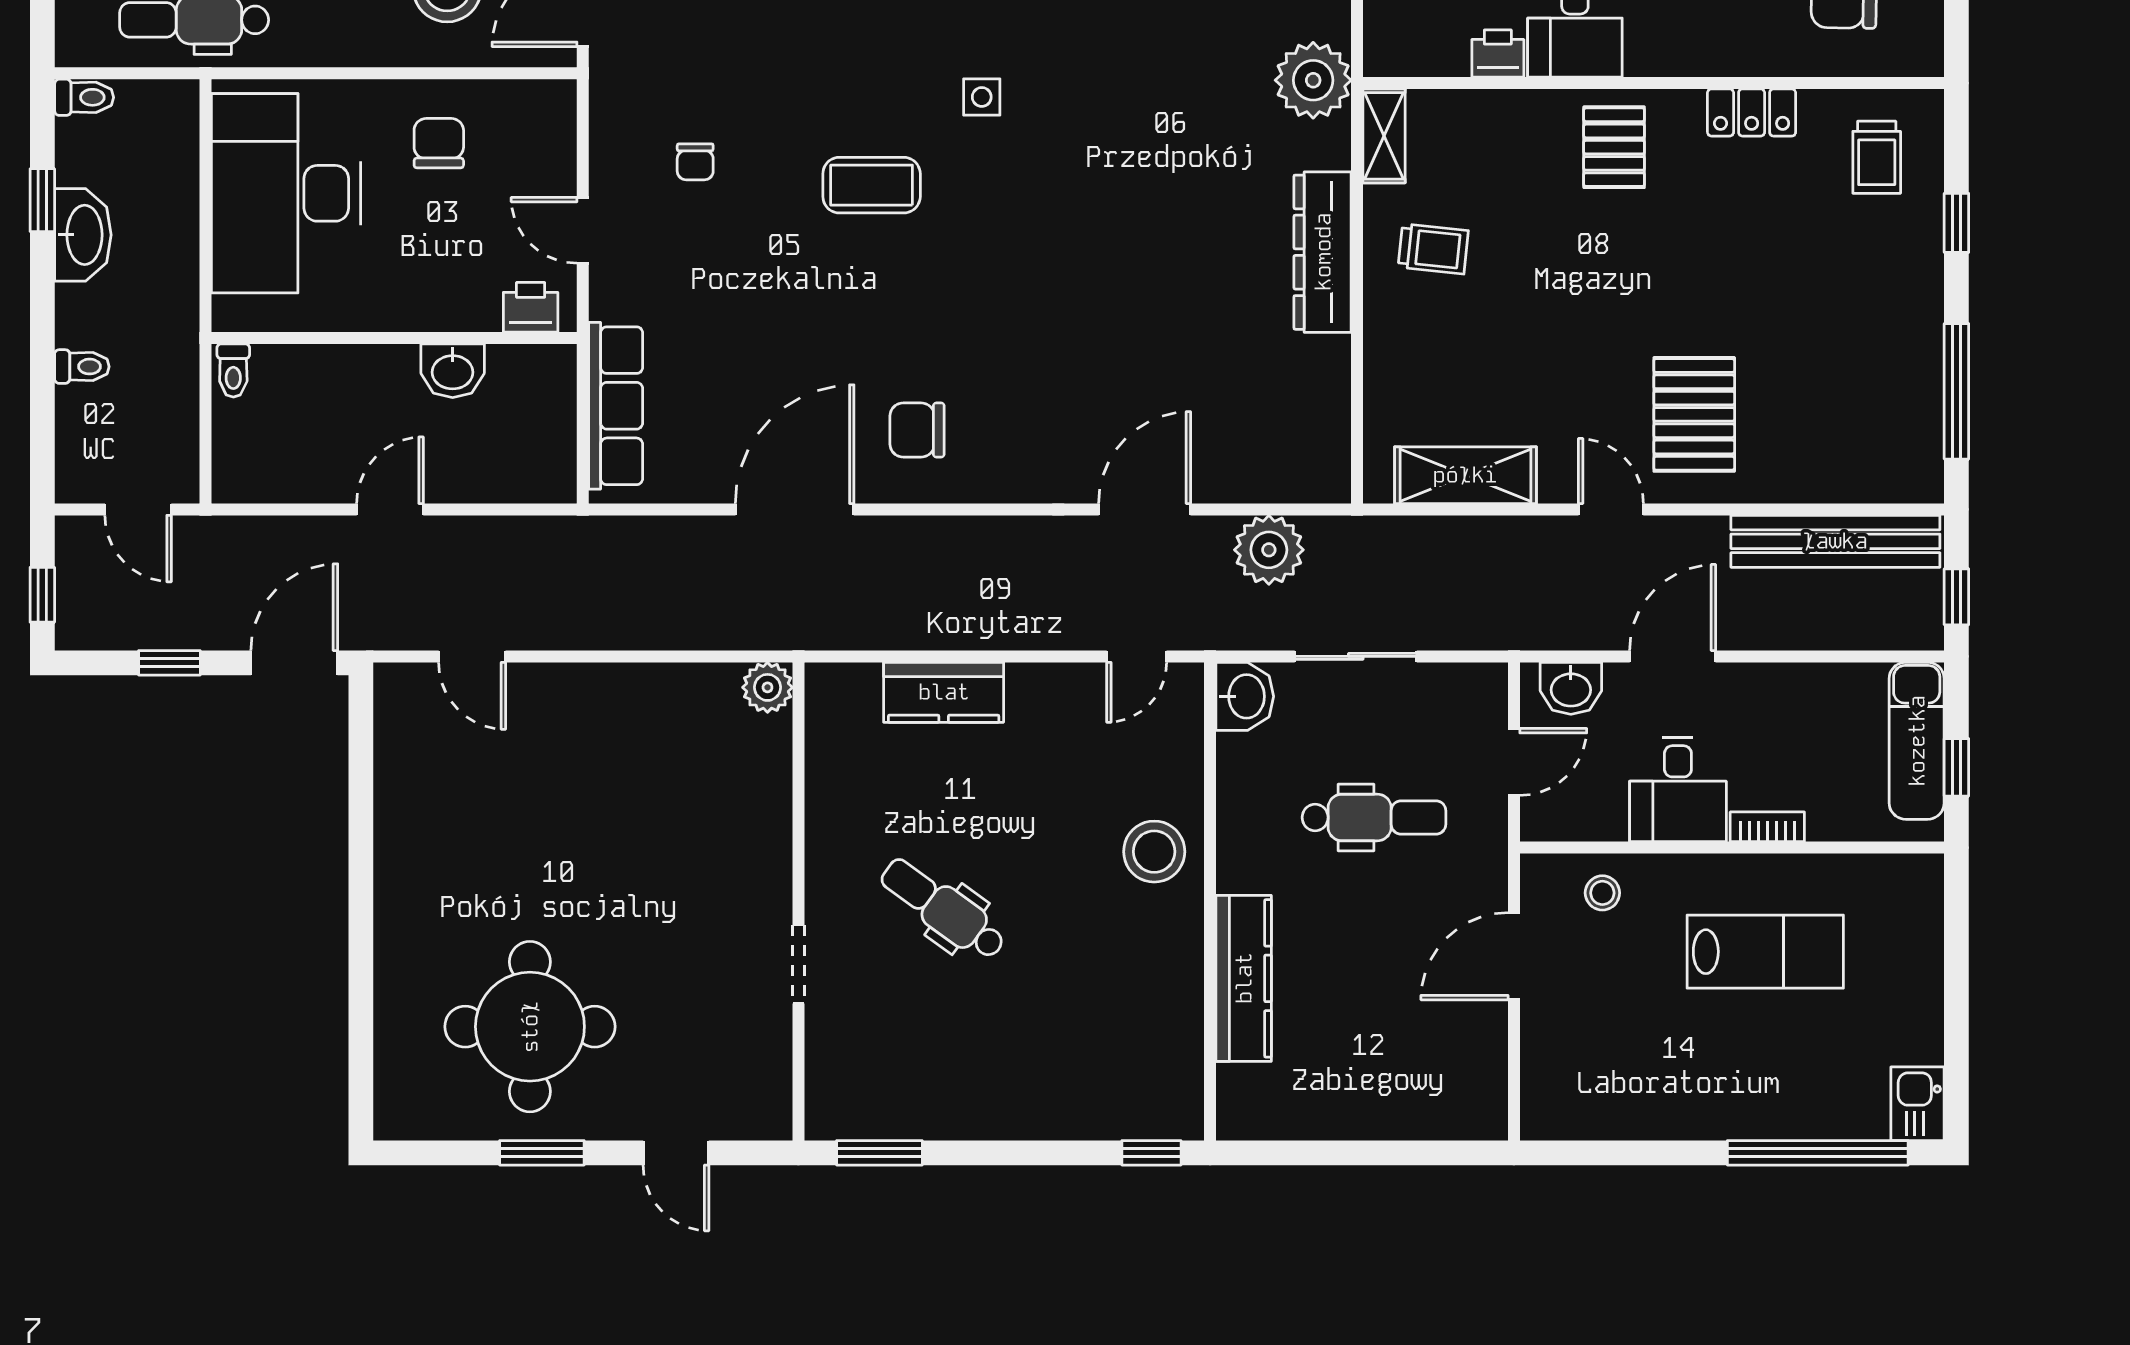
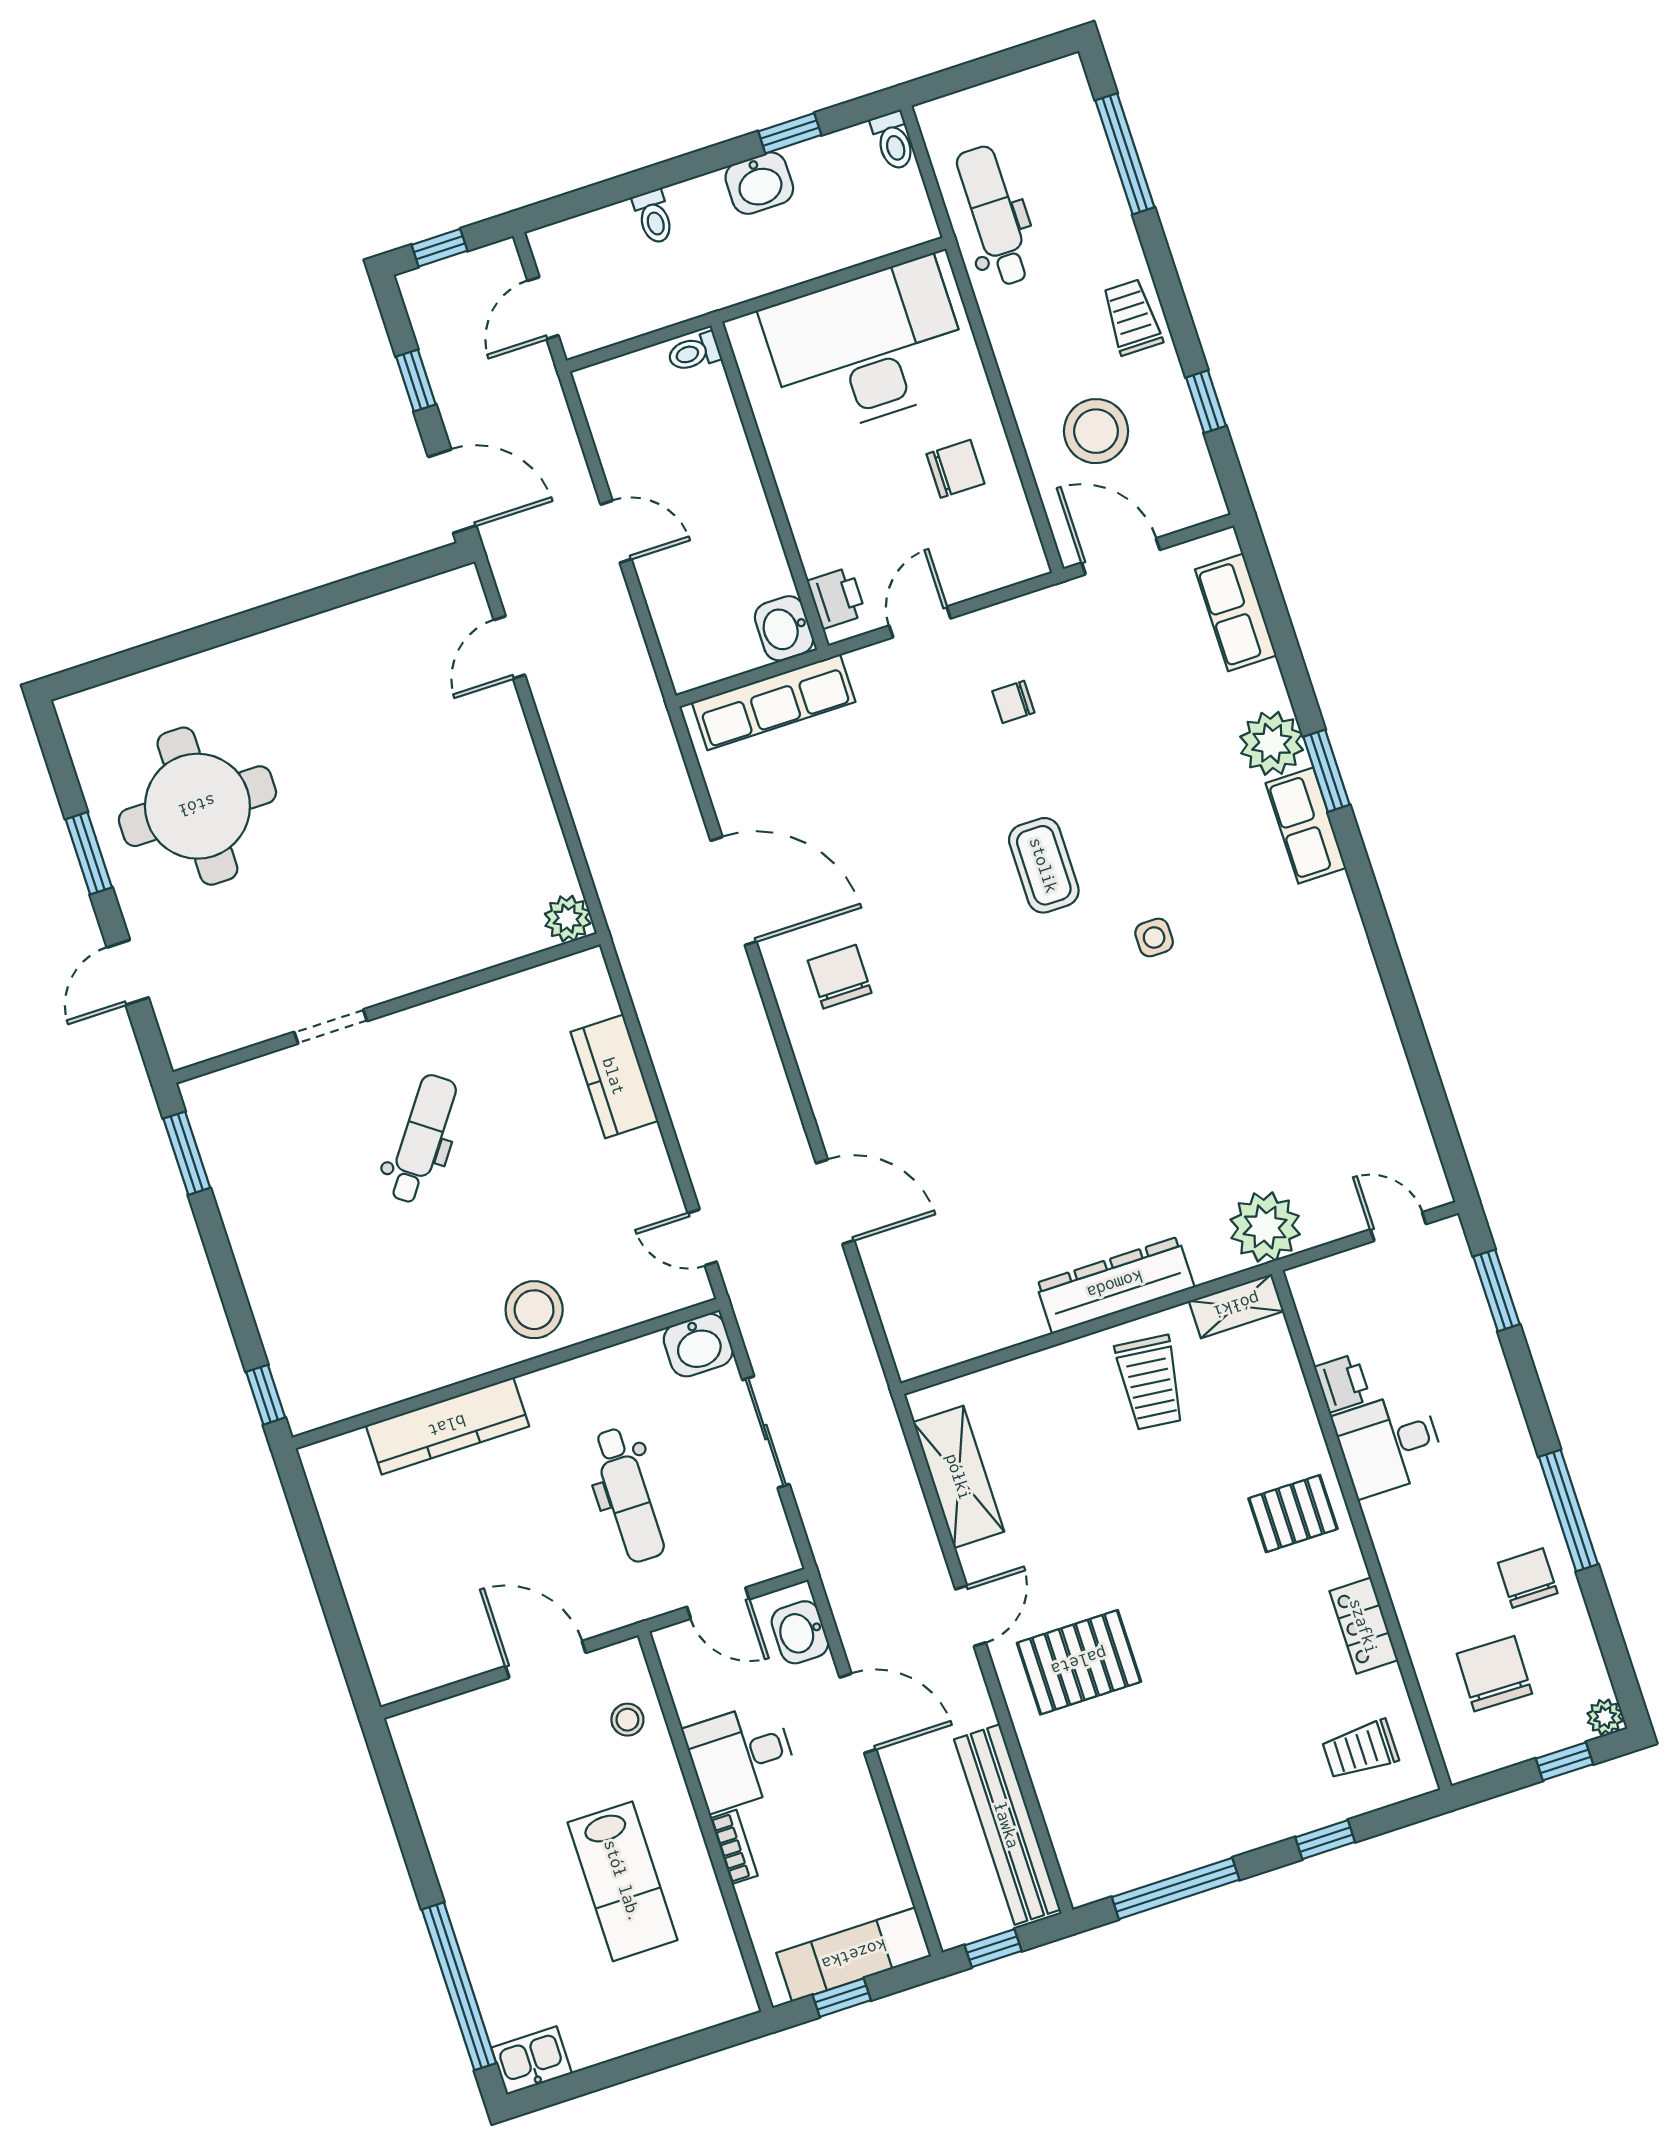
washbasin: (83, 235) -> (759, 183), width x0.72
trolley: (1433, 249) -> (1150, 1383), width x1.36, depth x1.39
washbasin: (453, 371) -> (784, 628), moved
plant: (1269, 550) -> (835, 1324), removed

